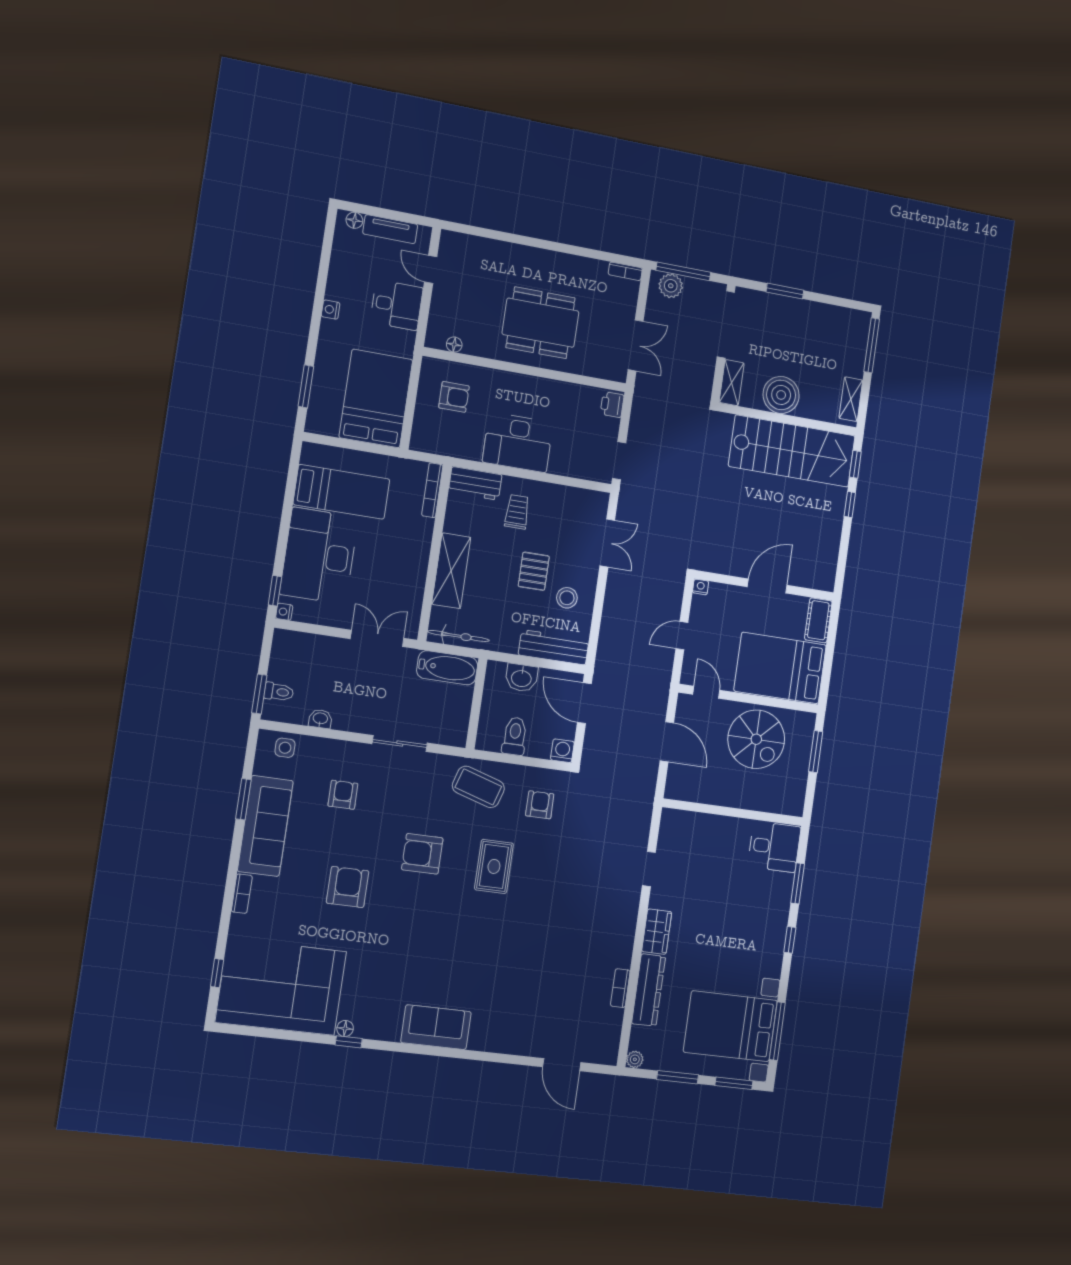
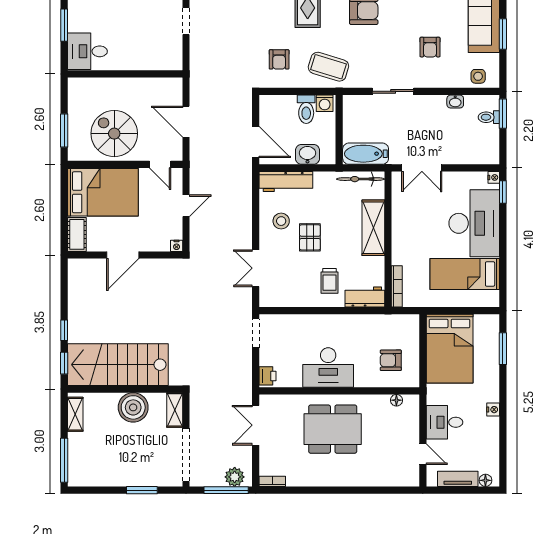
desk: (518, 442) -> (328, 367), moved, turned 180
washing machine: (562, 751) -> (325, 103), moved

